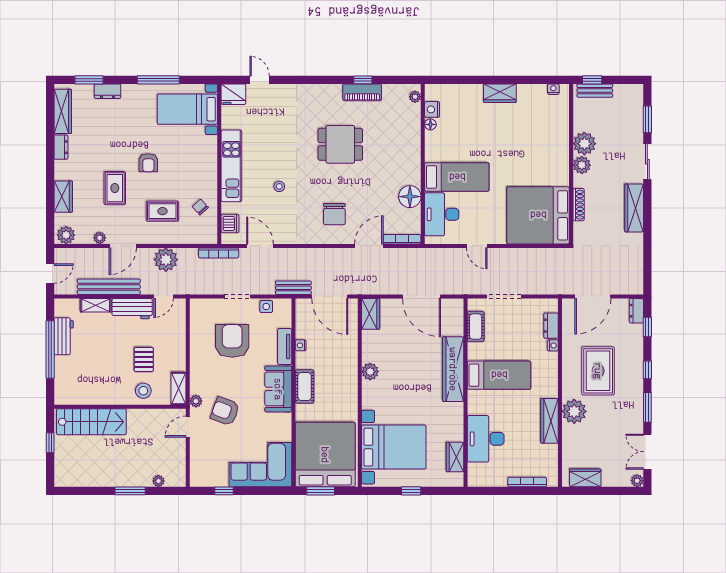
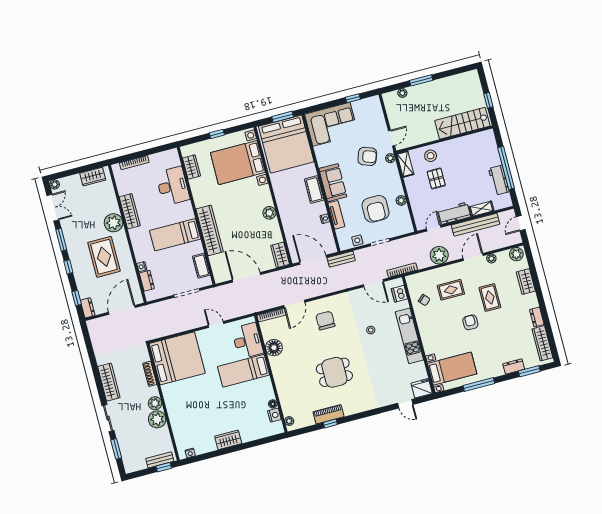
plant: (196, 343) -> (401, 200), added

